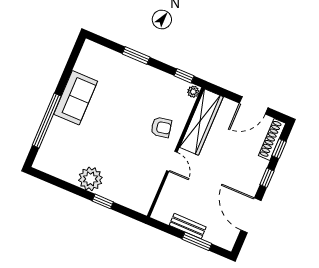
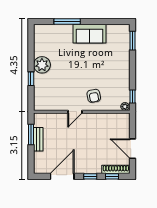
window: (136, 55) -> (133, 41), moved
window: (47, 121) -> (67, 21), width x0.68
wardrobe: (201, 122) -> (108, 120), removed
window: (197, 241) -> (31, 134), moved

